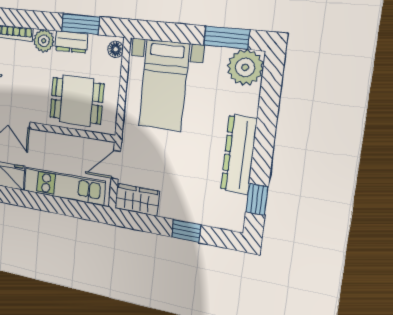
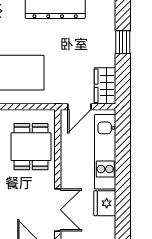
door: (116, 165) -> (79, 107), hinge flipped

